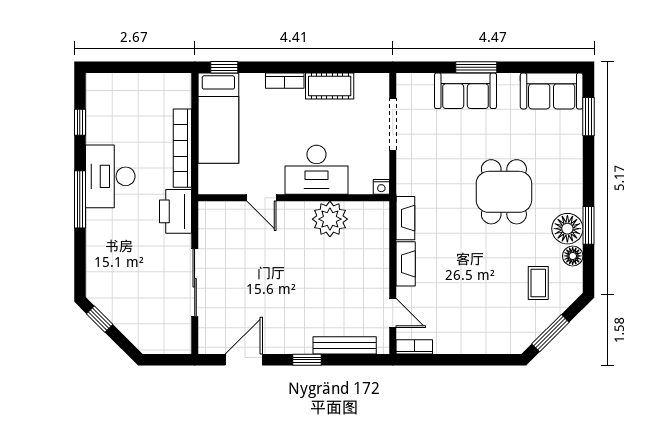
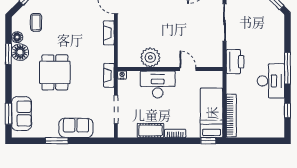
window: (476, 67) -> (57, 141), moved
sofa: (552, 91) -> (21, 114), moved, turned 90
bookcase: (182, 148) -> (231, 116), moved
fireplace: (405, 218) -> (109, 75), moved

